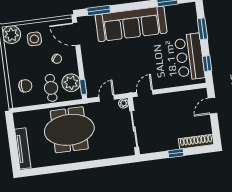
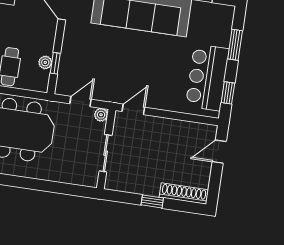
chair: (57, 59) -> (29, 30), removed
plant: (71, 83) -> (45, 62), width x0.53, depth x0.53
window: (83, 87) -> (55, 63), moved
sliding door: (134, 129) -> (106, 153), width x0.73

